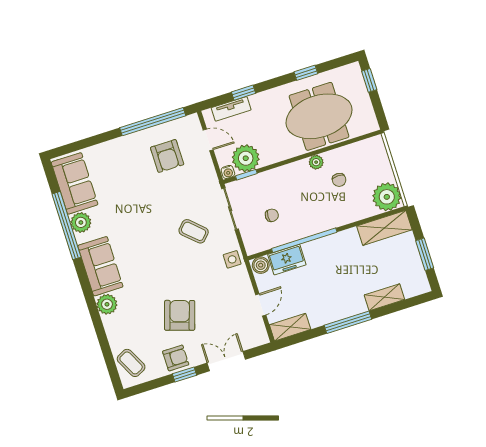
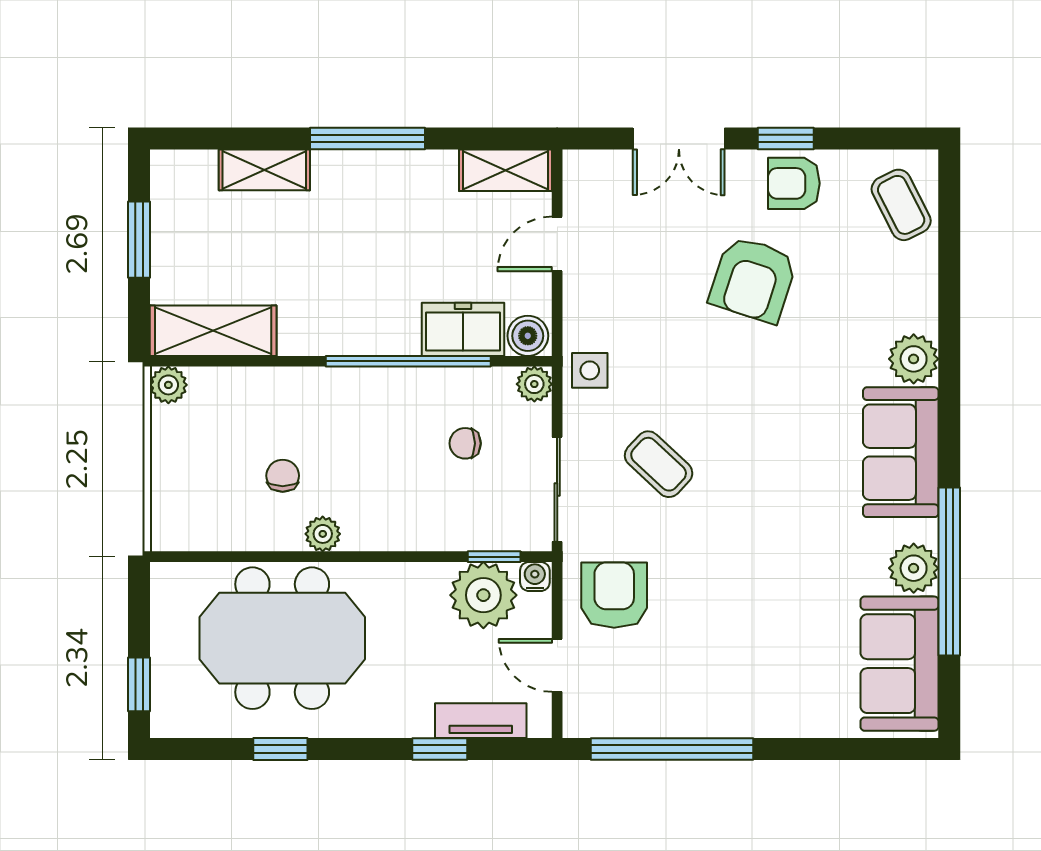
armchair: (167, 156) -> (614, 595), moved
plant: (387, 197) -> (168, 385), width x0.53, depth x0.53
plant: (252, 247) -> (534, 384), added

